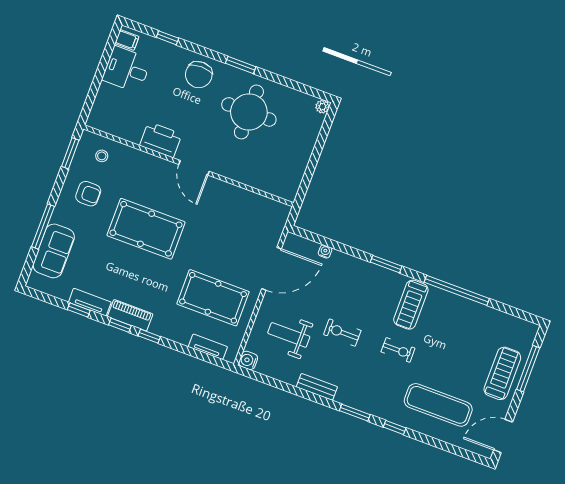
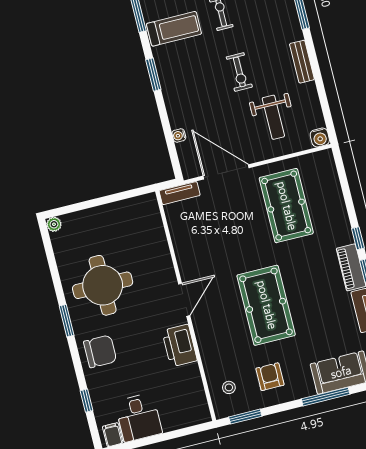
tv unit: (208, 347) -> (180, 193), moved, turned -90

